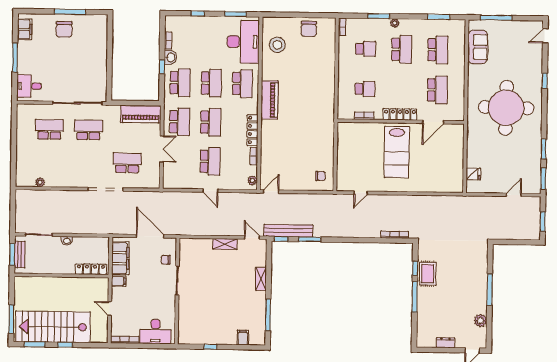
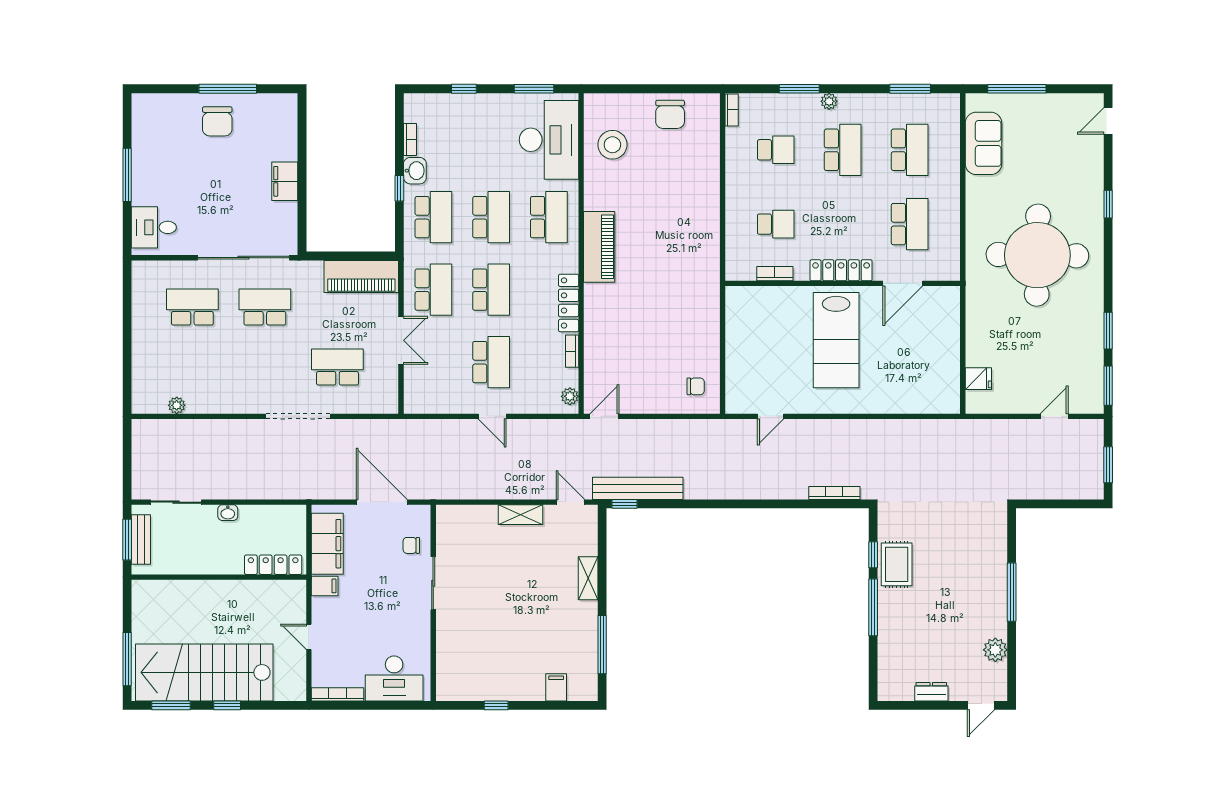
filing cabinet: (25, 29) -> (285, 181), moved, turned 180
window: (310, 239) -> (677, 504), removed

